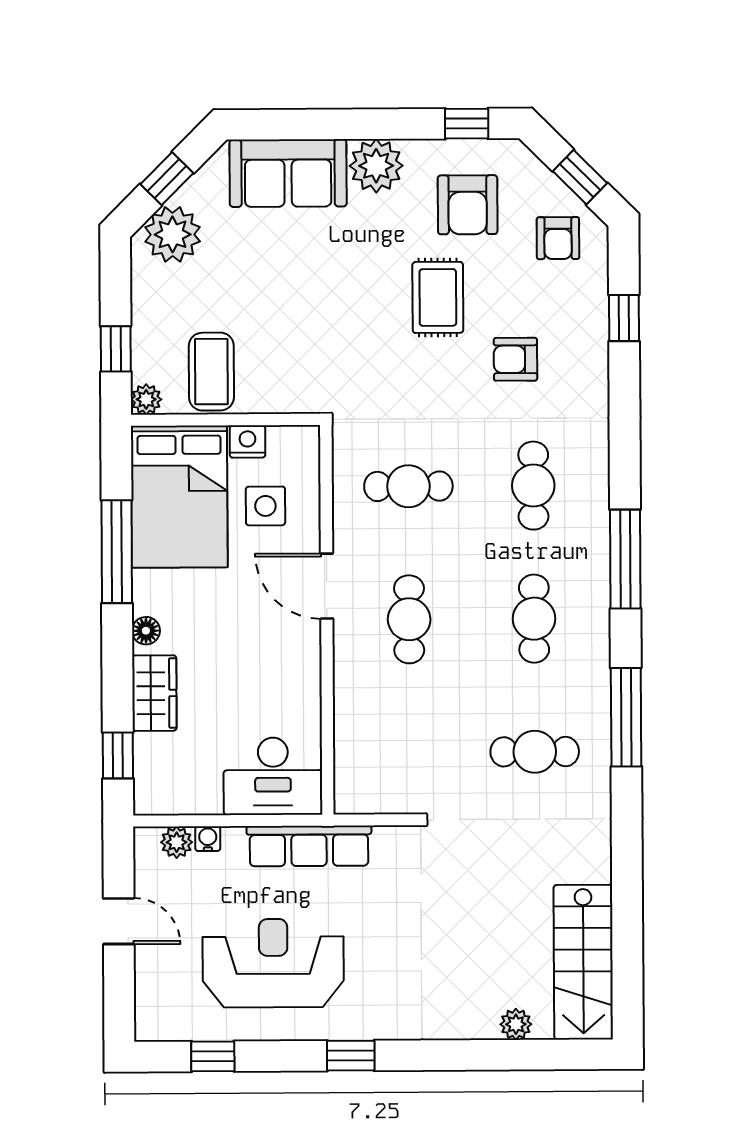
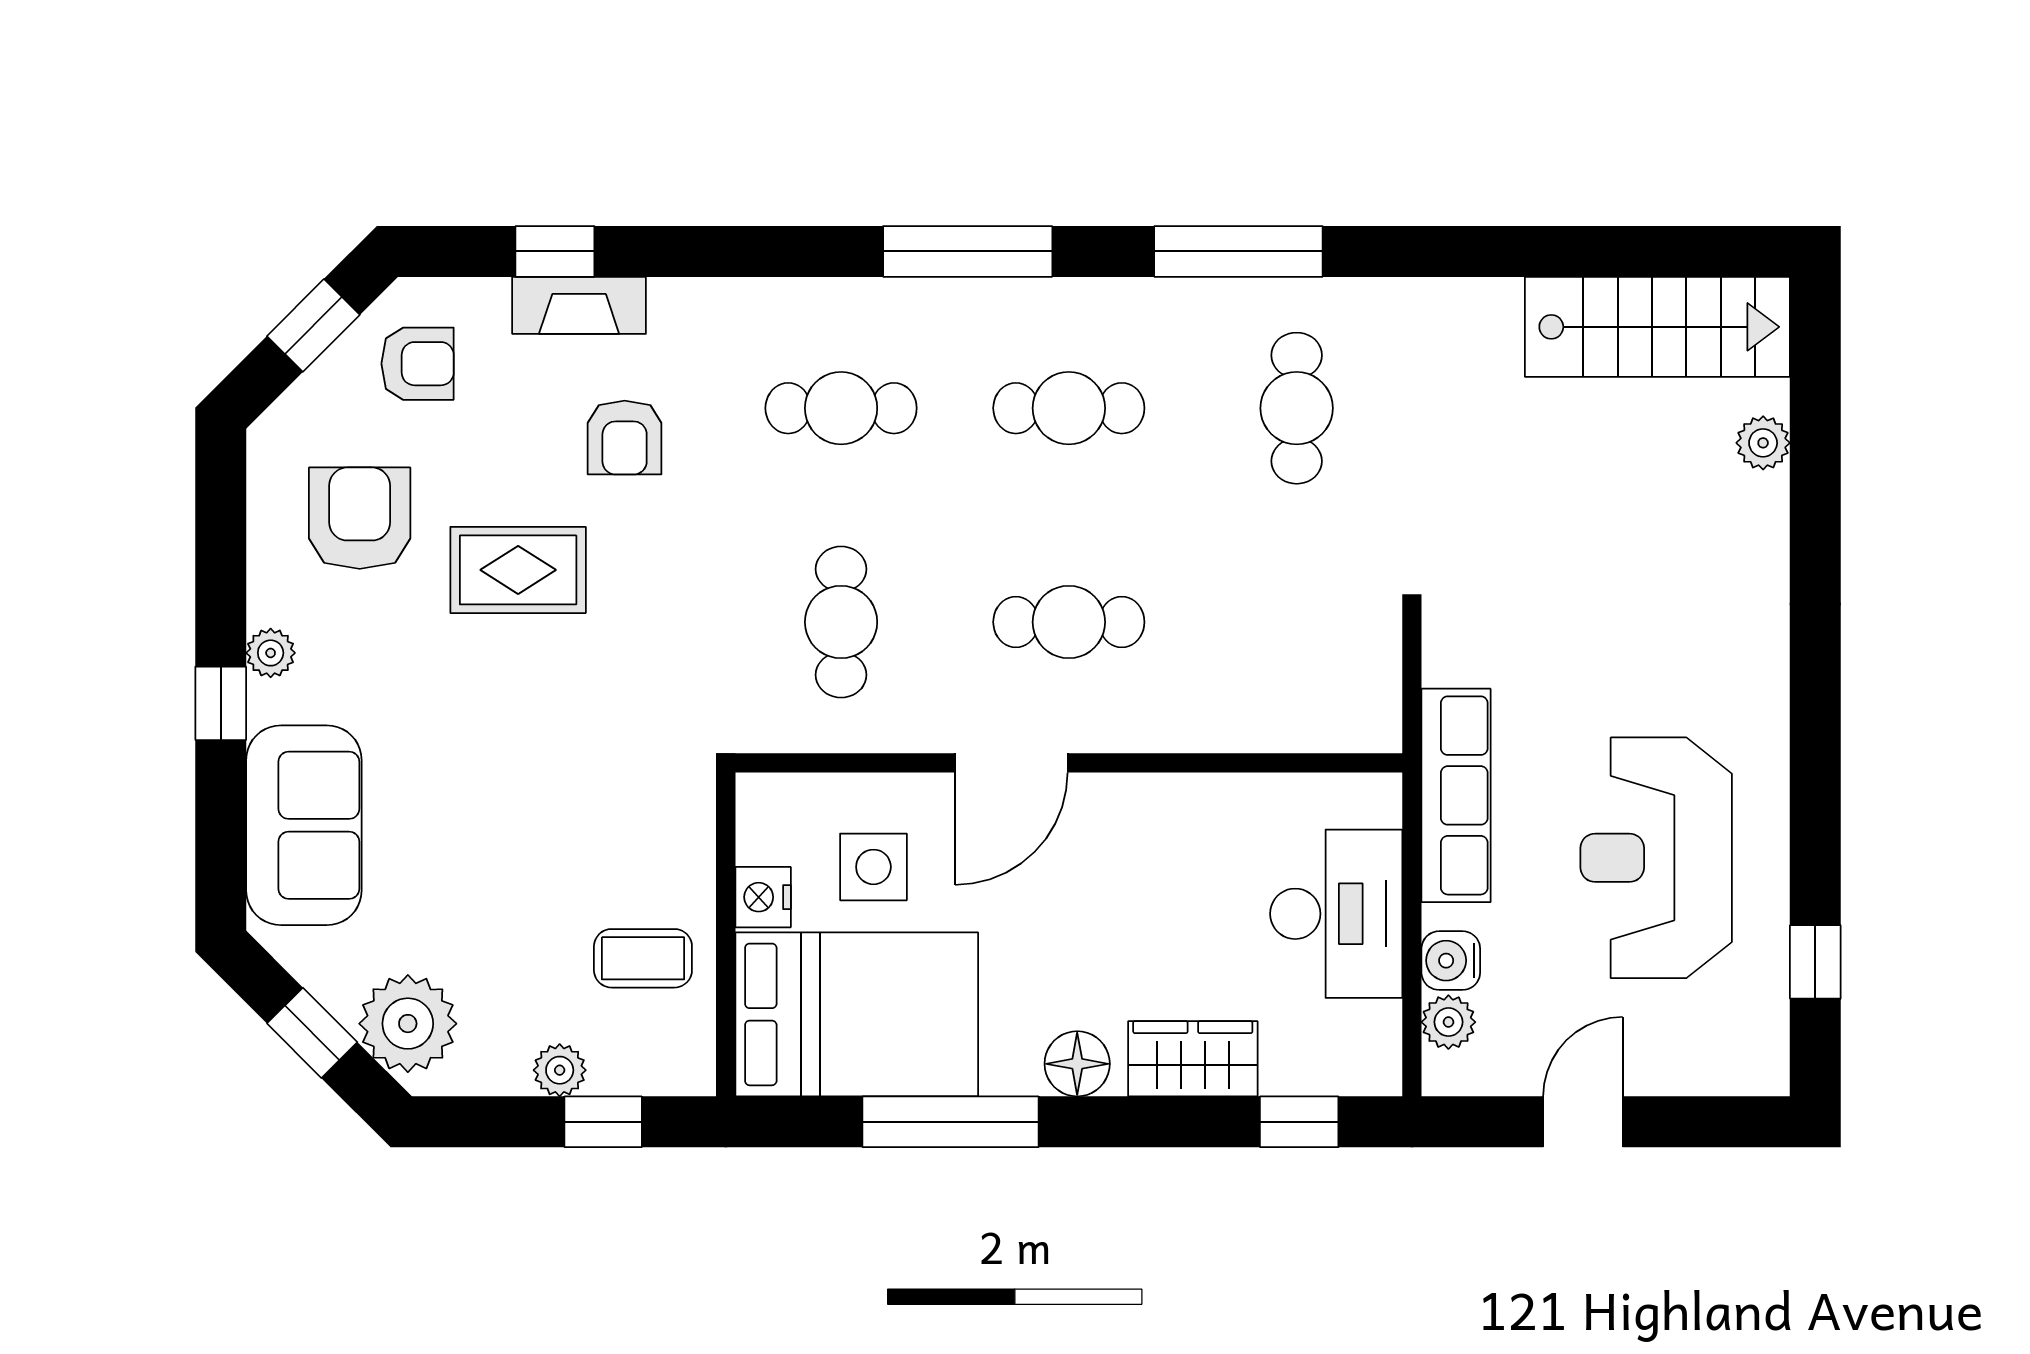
window: (467, 124) -> (221, 703), moved
plant: (376, 166) -> (271, 653), width x0.53, depth x0.53
armchair: (468, 205) -> (360, 518), turned -90
fireplace: (593, 332) -> (579, 305), added
coffee table: (211, 372) -> (643, 958), width x0.73, depth x0.77
plant: (146, 399) -> (560, 1070), moved
floor lamp: (146, 631) -> (1077, 1064), width x1.37, depth x1.37
desk: (273, 776) -> (1336, 914), moved
water cooler: (208, 839) -> (1451, 961), width x1.38, depth x1.38
window: (351, 1056) -> (1815, 726), removed

